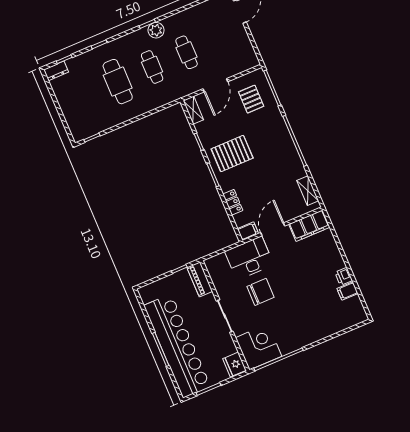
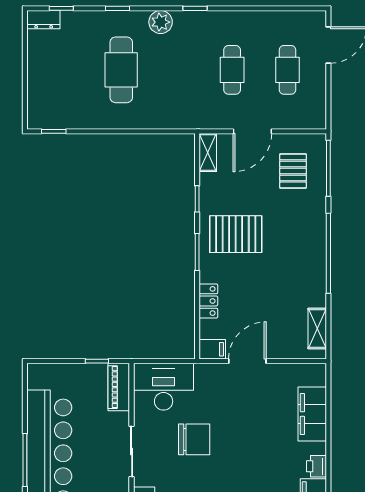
plant: (156, 30) -> (161, 22), moved
cafe table: (152, 67) -> (287, 70), moved
filing cabinet: (309, 226) -> (312, 414), moved, turned 90
desk: (249, 258) -> (164, 387), moved

